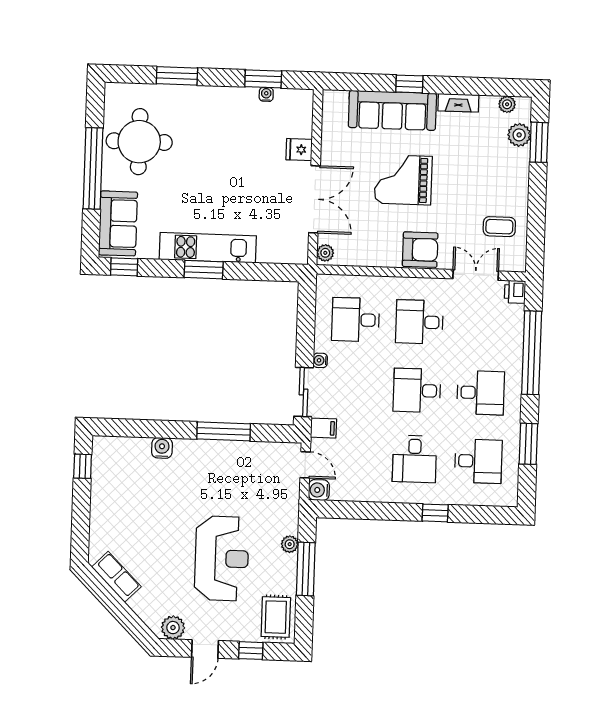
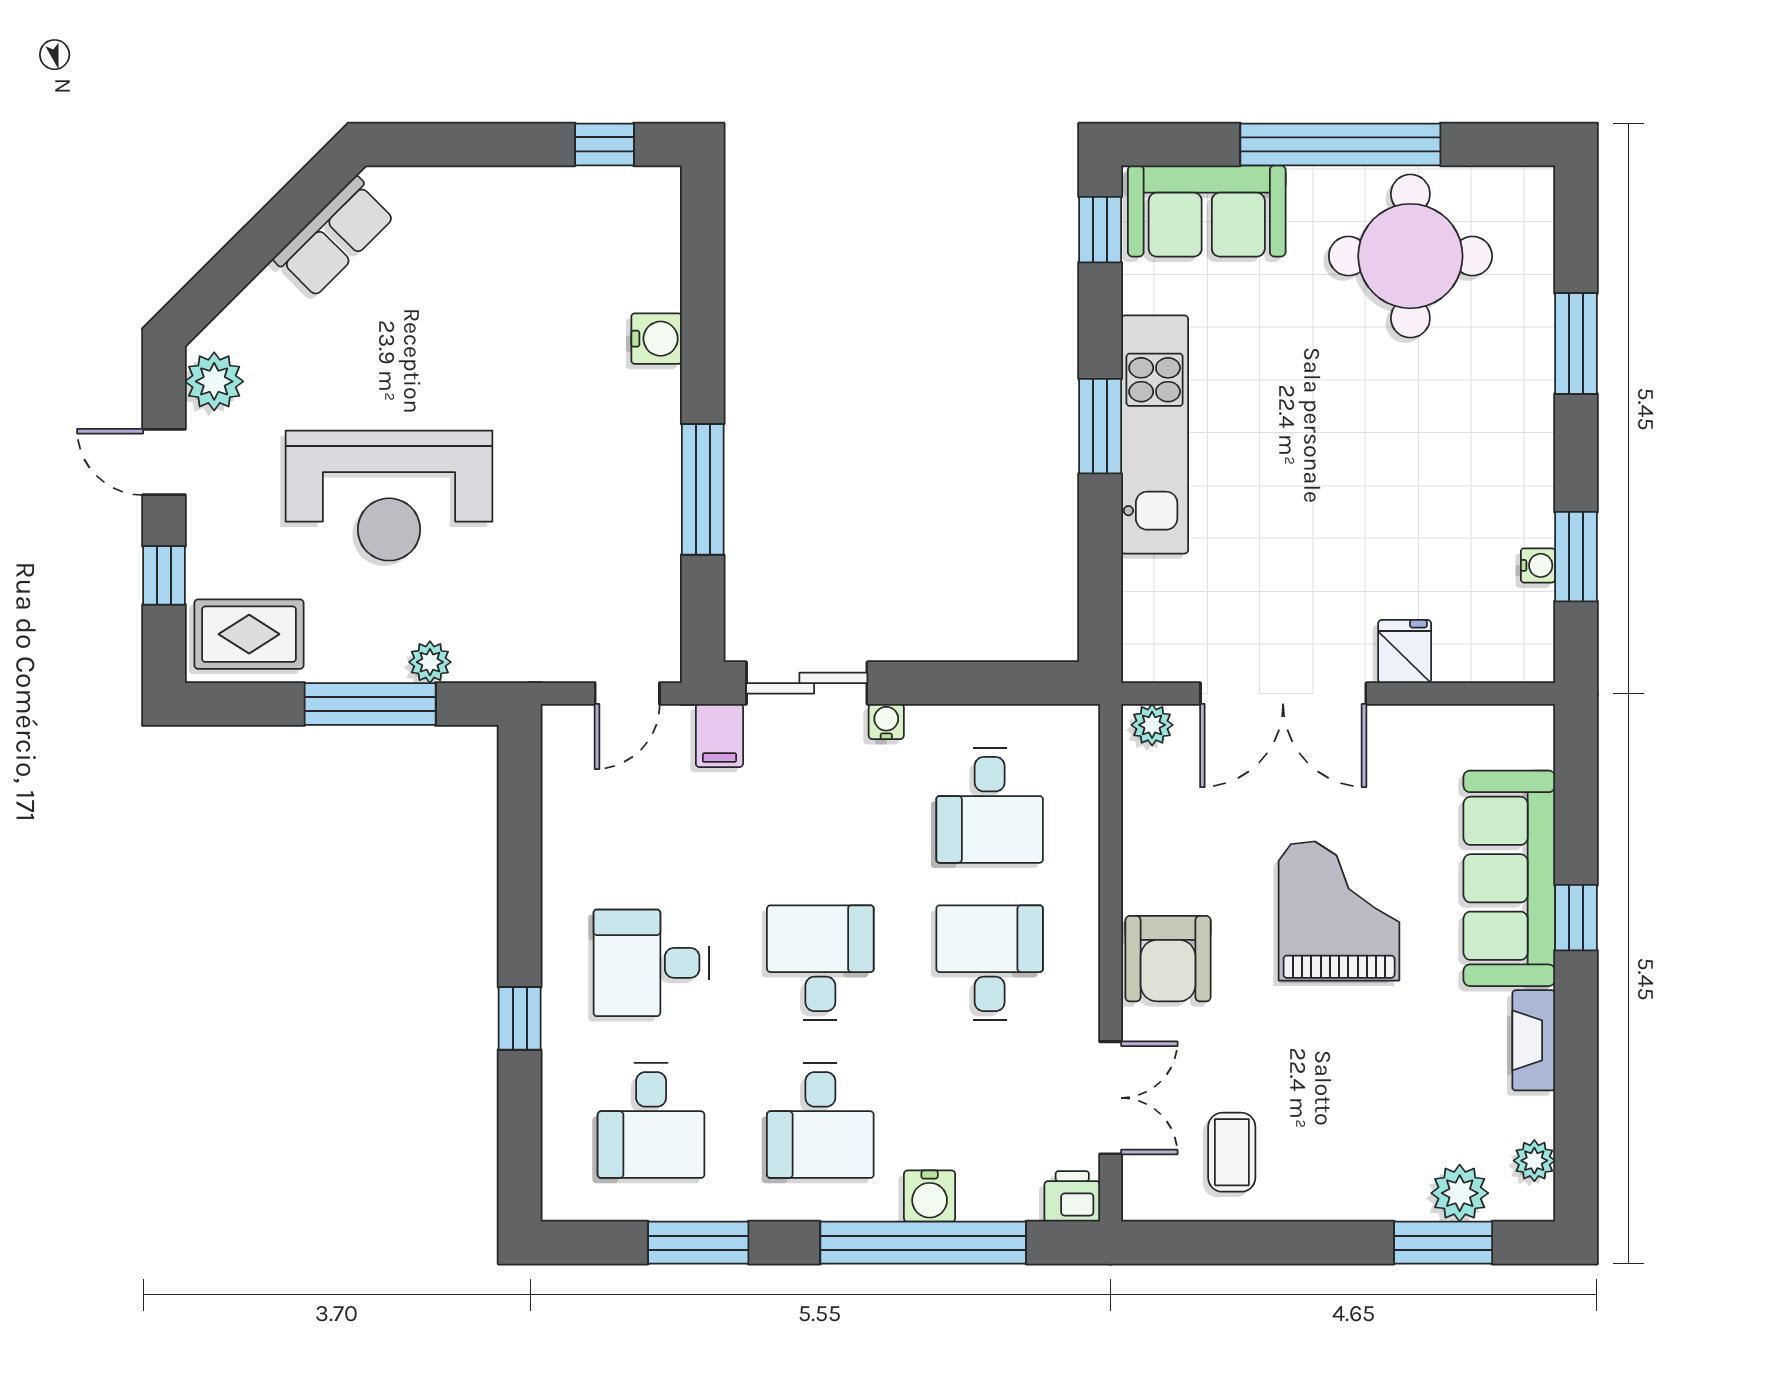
desk: (356, 320) -> (990, 805), turned 180
water cooler: (319, 490) -> (930, 1196), moved, turned 180

